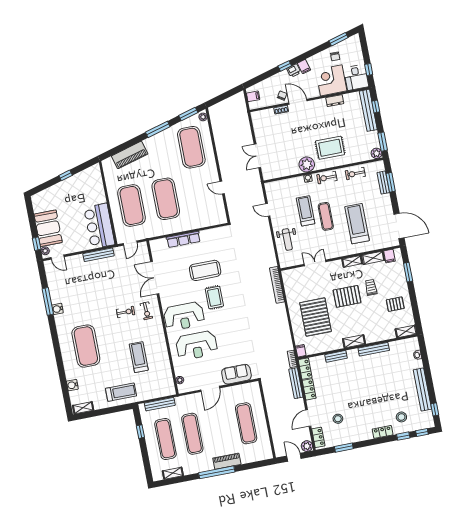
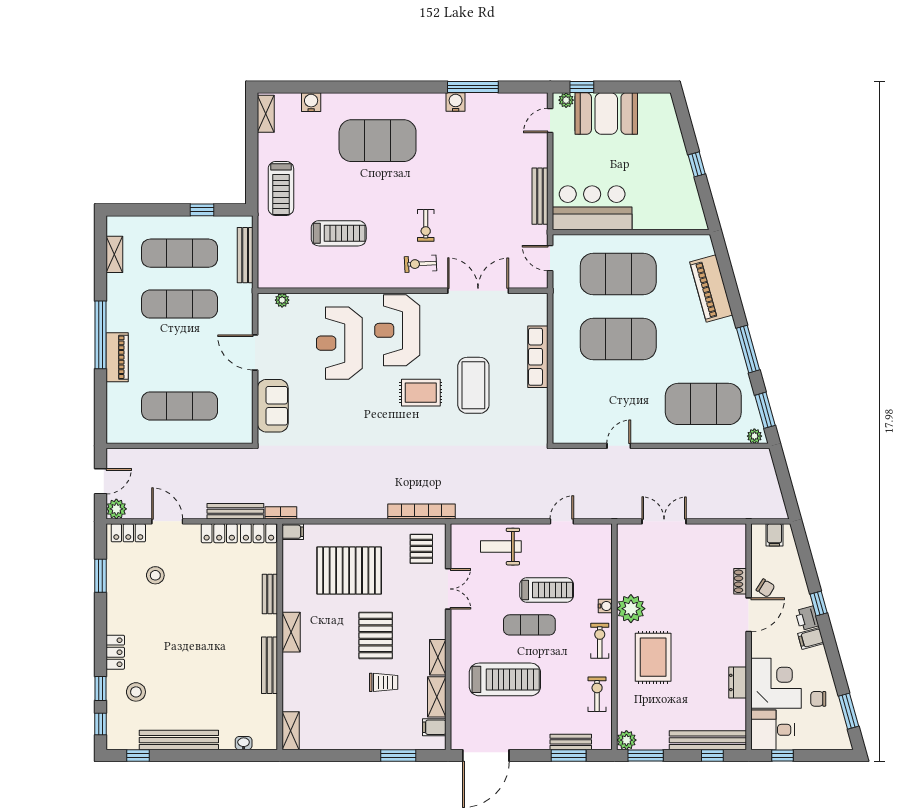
pallet: (395, 304) -> (421, 549), moved

